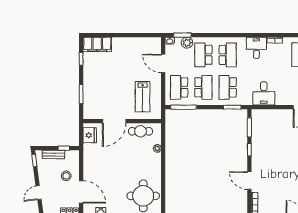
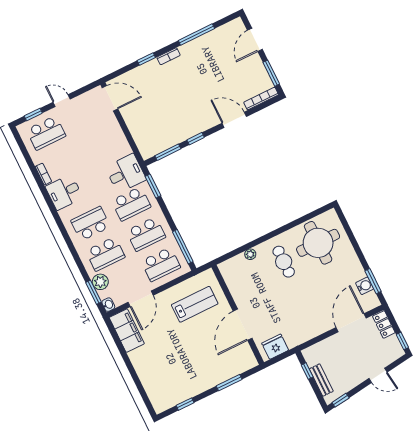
filing cabinet: (97, 44) -> (127, 331), moved
school desk: (203, 87) -> (146, 234), turned 180
desk: (264, 93) -> (126, 173), moved
door: (114, 121) -> (243, 325), swing flipped
cafe table: (140, 131) -> (284, 262), moved
stool: (66, 176) -> (340, 351), removed
door: (249, 181) -> (234, 120), swing flipped

